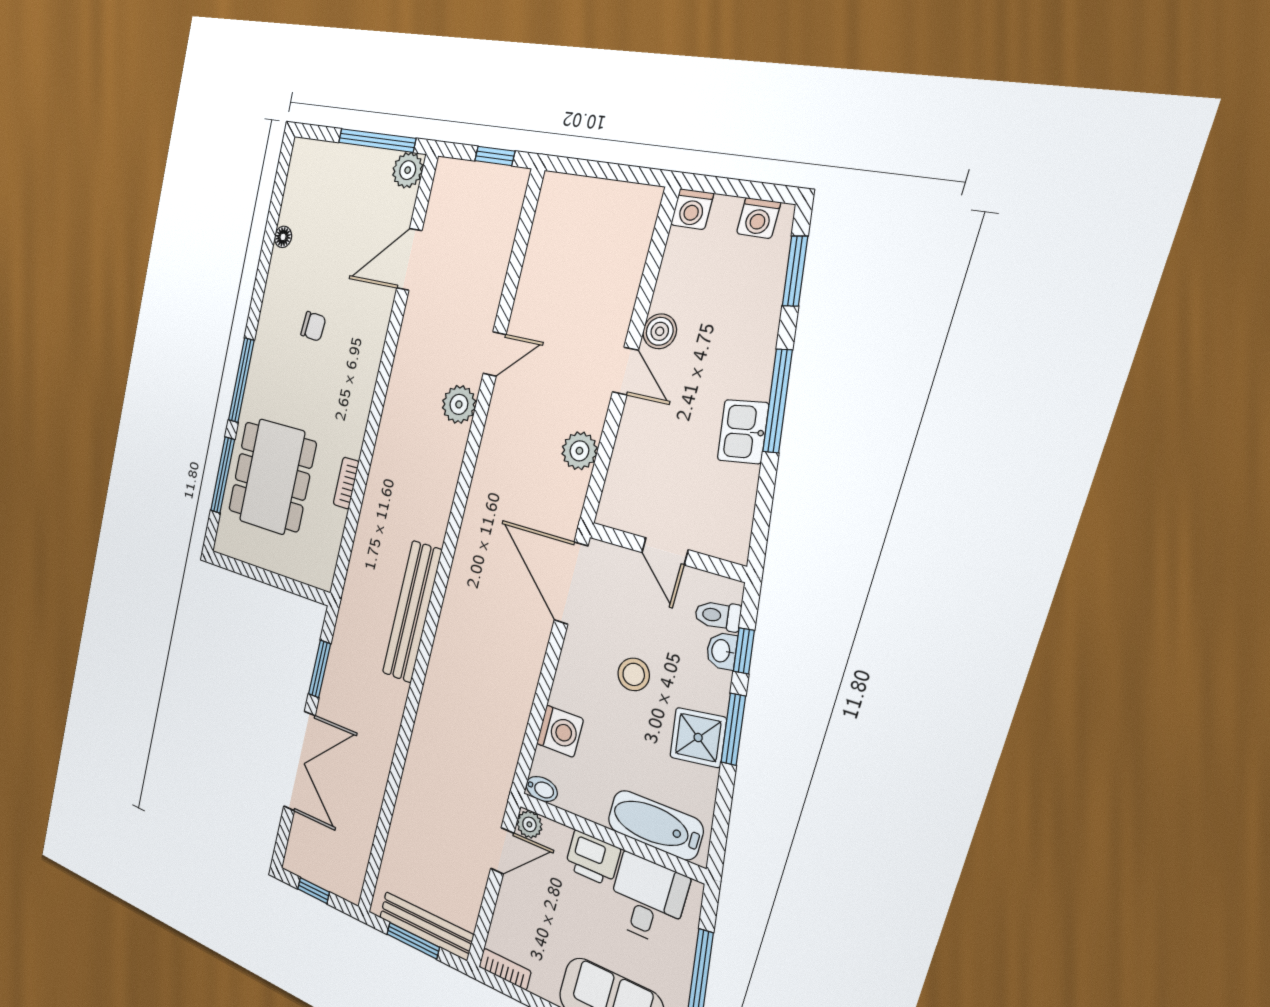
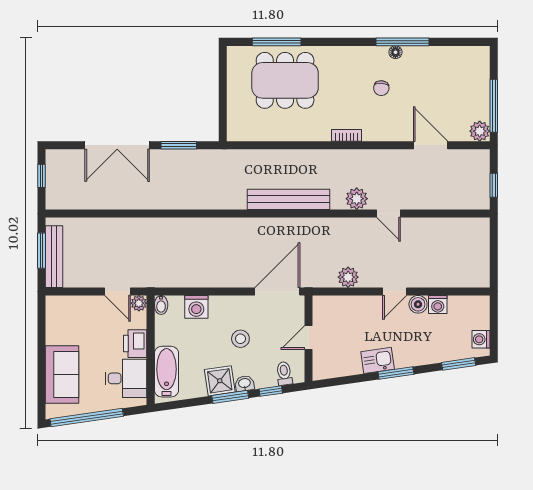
washing machine: (692, 209) -> (438, 305), moved, turned -90
floor lamp: (283, 237) -> (395, 52), moved
window: (241, 380) -> (403, 42), moved
window: (777, 401) -> (396, 373), width x0.69
bookcase: (346, 483) -> (347, 135), moved
bench: (412, 612) -> (288, 199), moved
washbasin: (722, 651) -> (245, 383), moved
bookcase: (505, 969) -> (52, 311), removed

